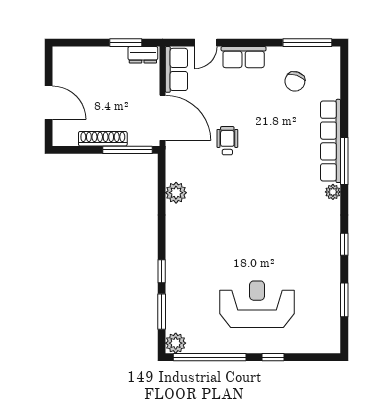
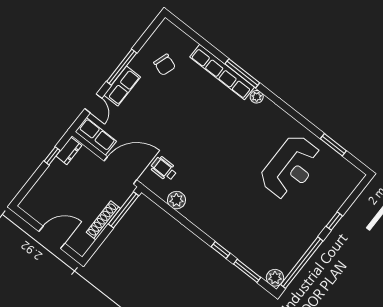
window: (126, 43) -> (52, 156), width x0.67
window: (307, 43) -> (122, 67), moved
wheelchair: (227, 141) -> (164, 169), moved
window: (344, 244) -> (297, 116), removed
reception desk: (257, 304) -> (291, 167), moved, turned 180

